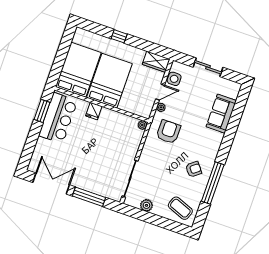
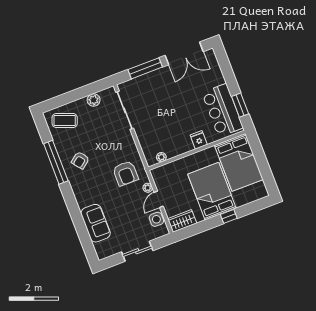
bed: (109, 81) -> (212, 191), moved, turned 180
plant: (142, 125) -> (161, 157), moved

